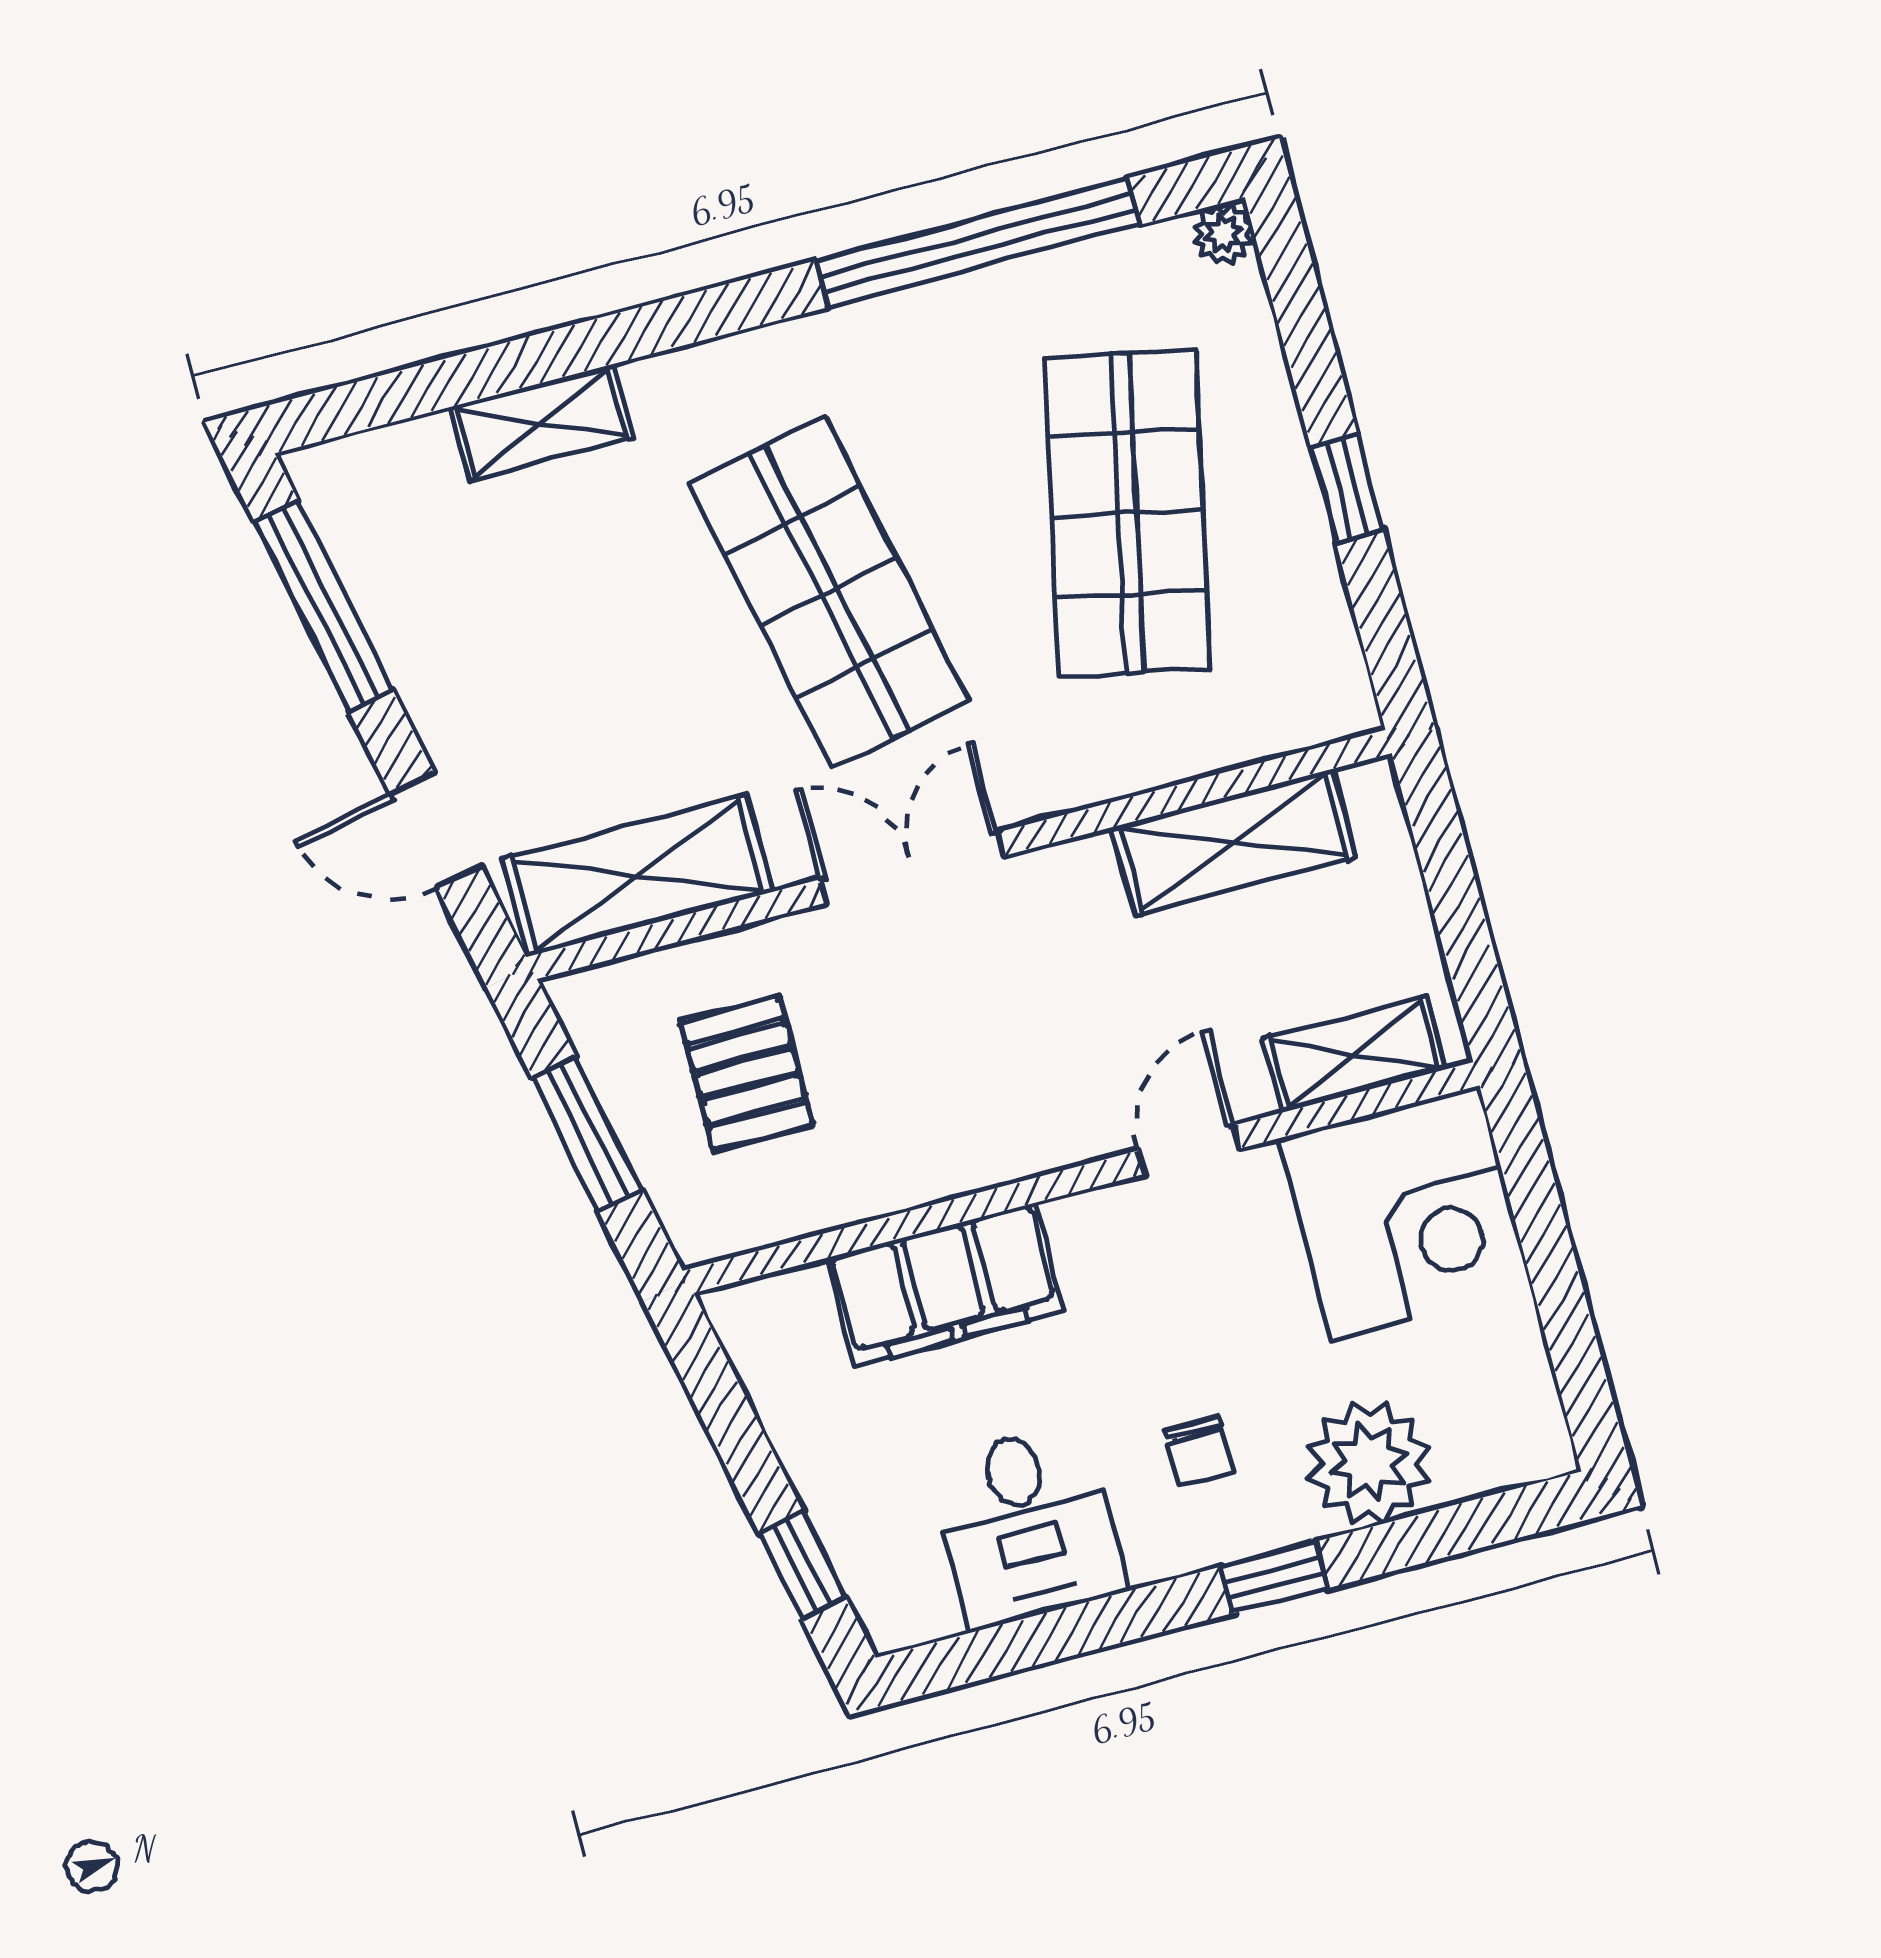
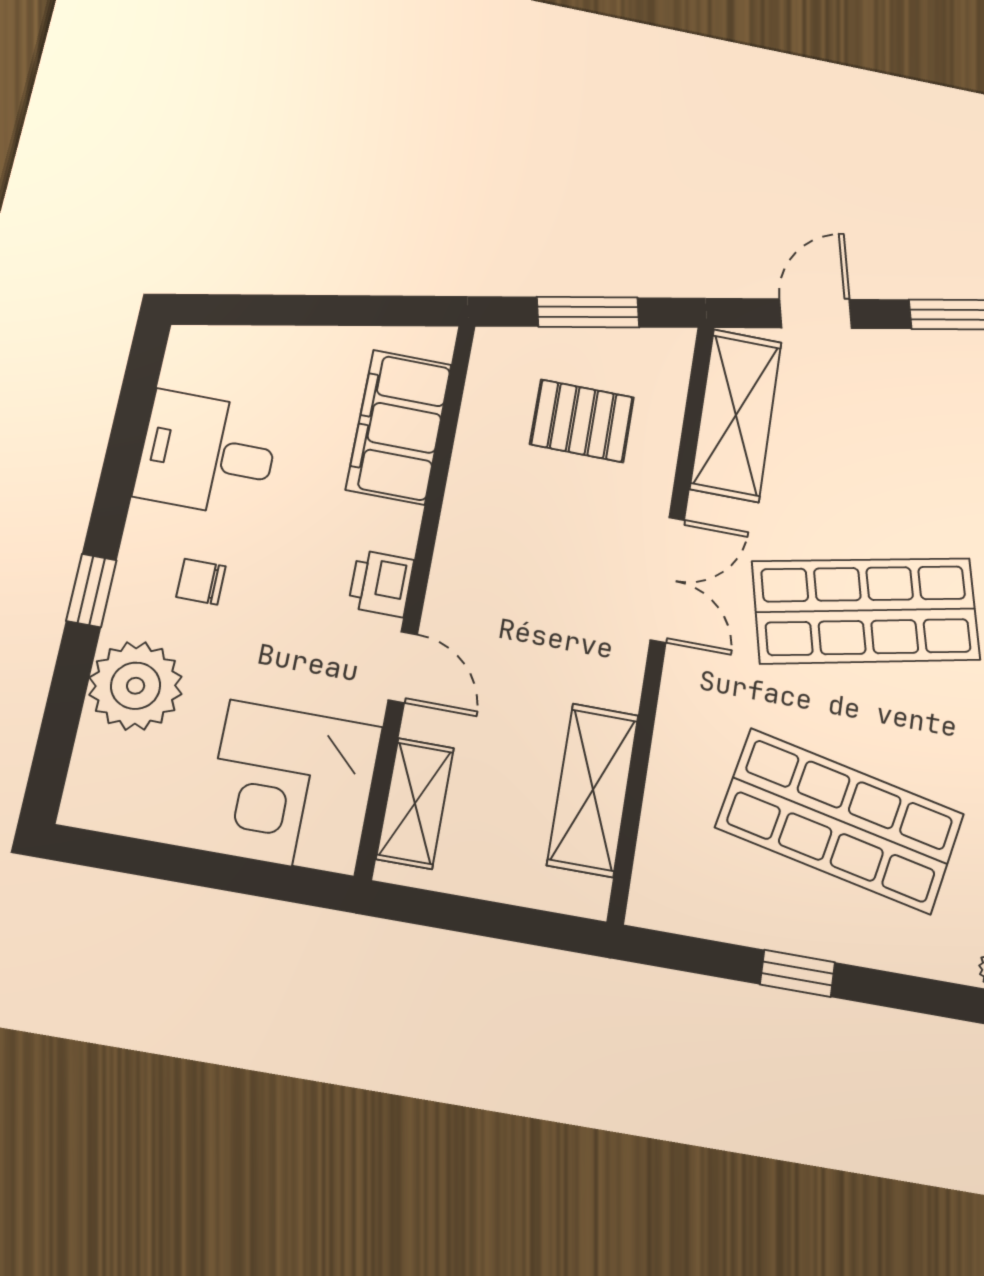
printer: (1093, 1228) -> (381, 583), added
filing cabinet: (945, 1285) -> (399, 427), moved
window: (802, 1565) -> (254, 310), removed

